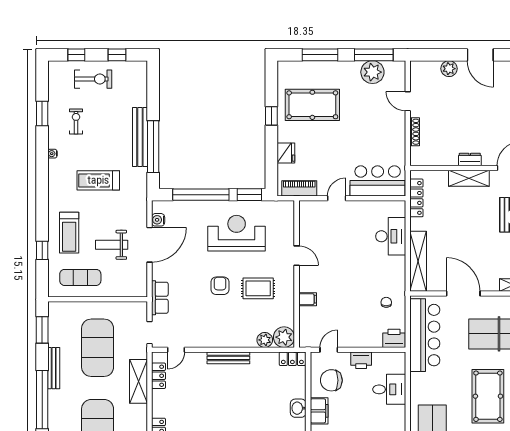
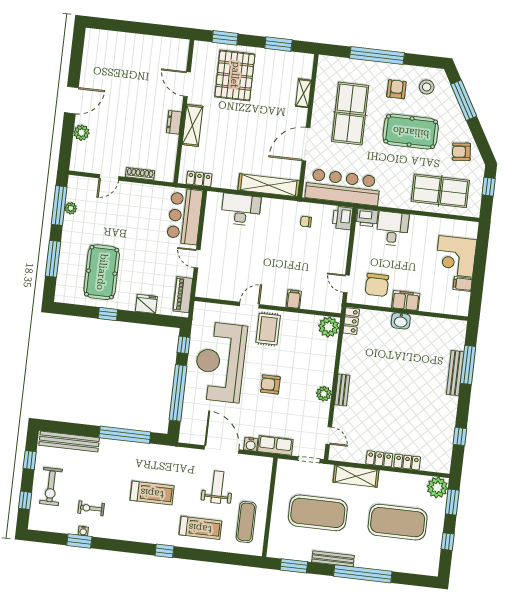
plant: (372, 72) -> (71, 208), width x0.53, depth x0.53
exercise bike: (93, 79) -> (51, 486), turned 180
bench: (140, 137) -> (69, 442), moved
water cooler: (52, 154) -> (83, 531), moved
treadmill: (98, 180) -> (152, 493), turned -90
window: (249, 195) -> (184, 345), width x0.67
locker: (416, 198) -> (199, 179), width x0.66
water cooler: (158, 220) -> (251, 444), moved
reception desk: (237, 233) -> (220, 362), width x1.36, depth x1.30
weight bench: (112, 245) -> (217, 487), turned 180
window: (42, 250) -> (164, 551), moved
rug: (258, 288) -> (268, 329), moved
plant: (265, 340) -> (324, 394), moved
bench: (228, 358) -> (342, 390), width x0.73
printer: (361, 360) -> (367, 218), moved, turned 90
locker: (159, 376) -> (379, 459), moved

